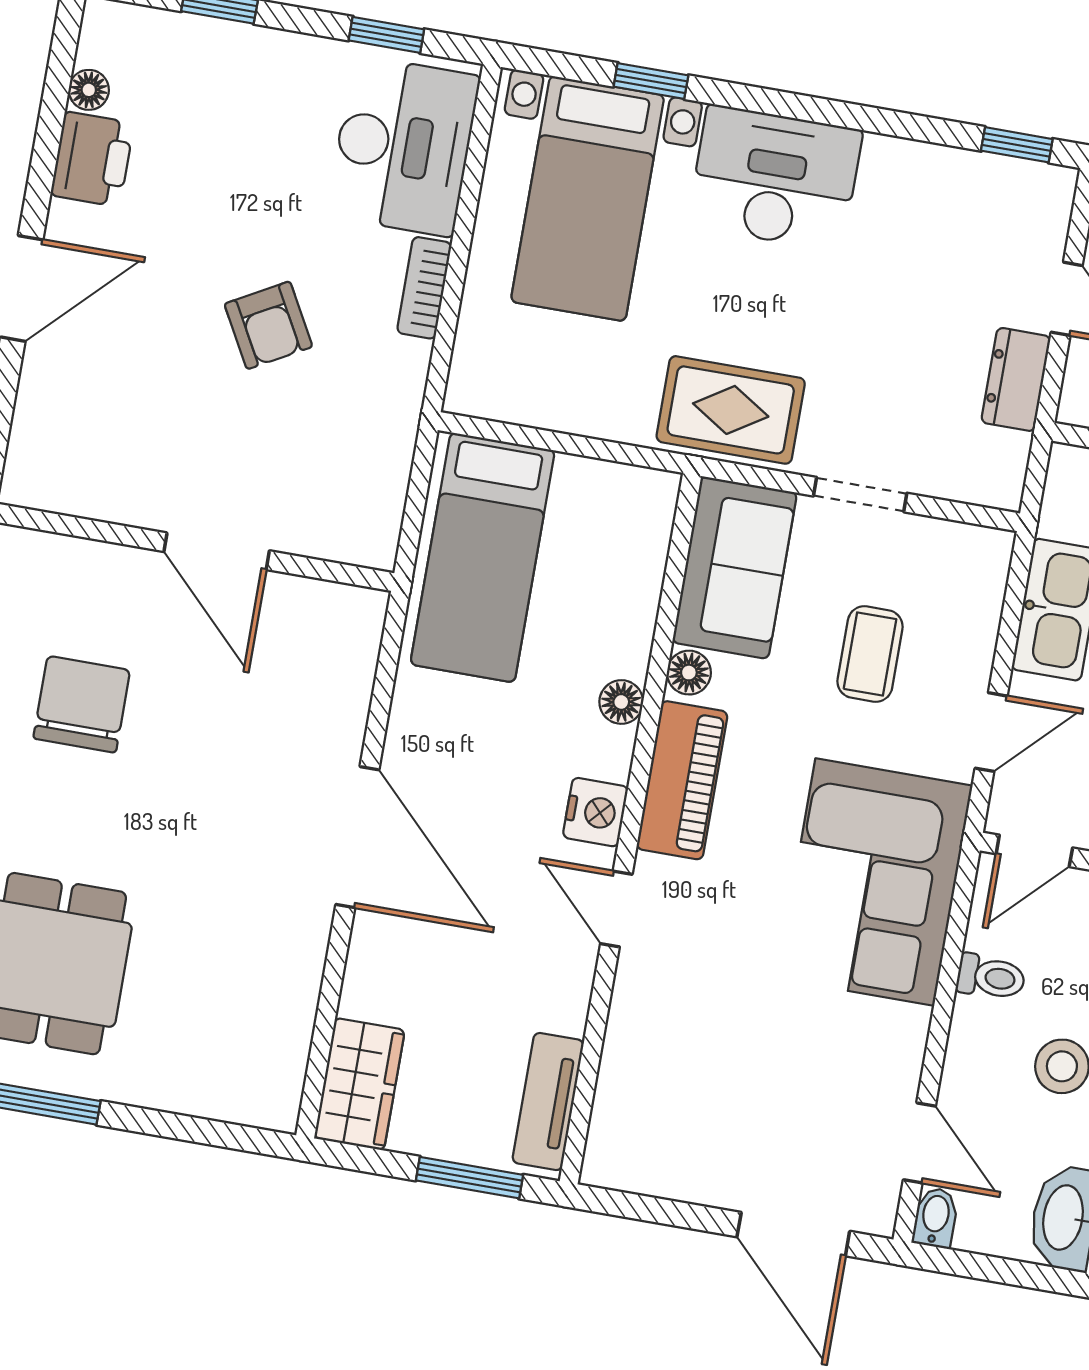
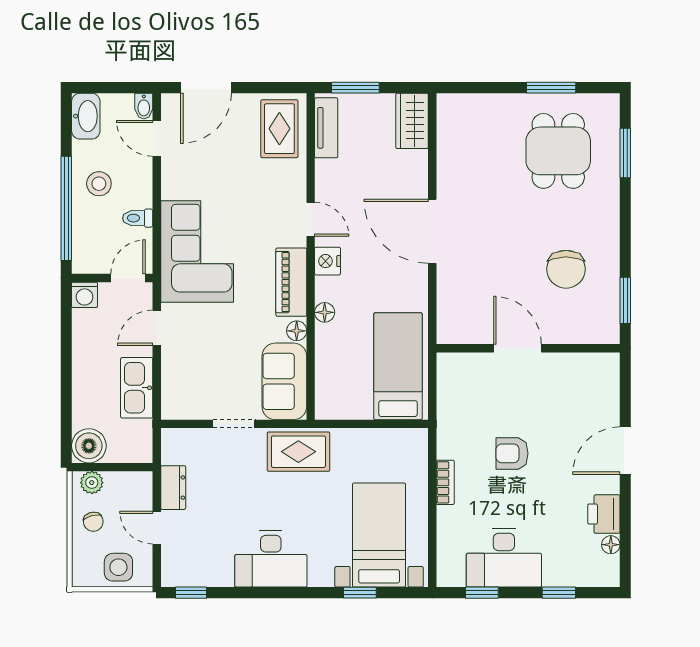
desk: (403, 146) -> (504, 558), moved, turned -90
desk: (775, 178) -> (271, 559), moved
armchair: (268, 325) -> (512, 453), turned -61
coffee table: (870, 654) -> (217, 353), removed
rug: (650, 1117) -> (279, 129), added
door: (793, 1234) -> (206, 88), swing flipped

